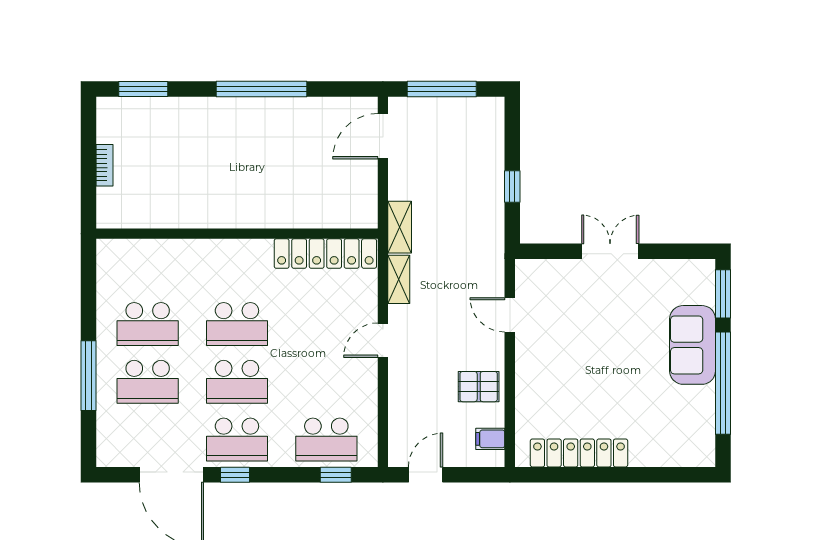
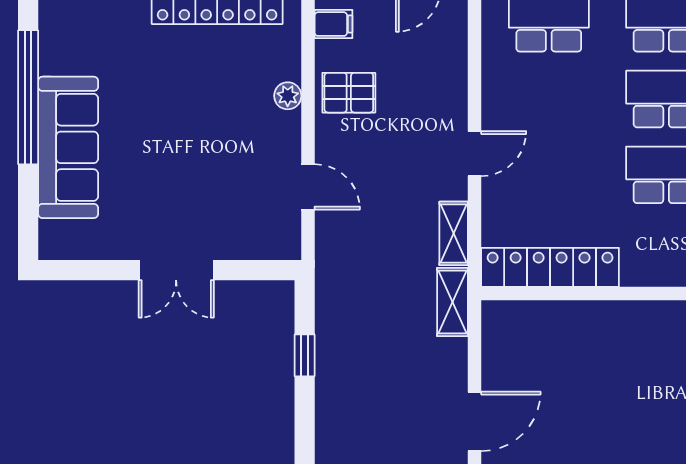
window: (723, 294) -> (28, 214), removed
sofa: (693, 345) -> (68, 147), width x1.36
plant: (525, 384) -> (288, 96), added

